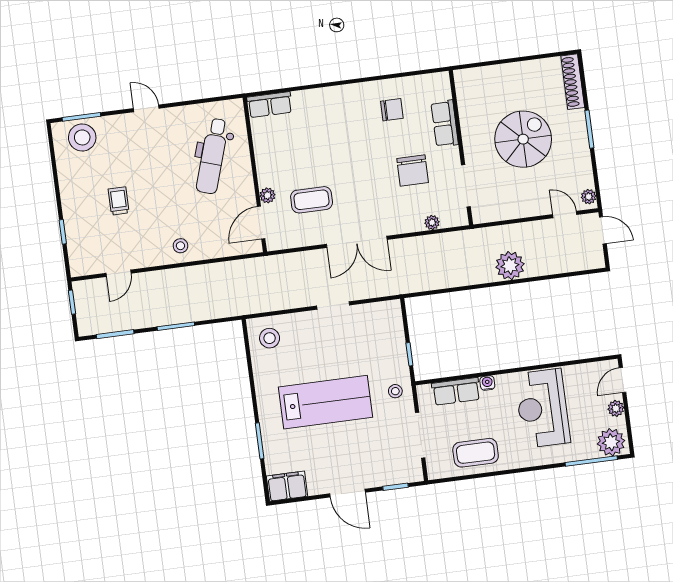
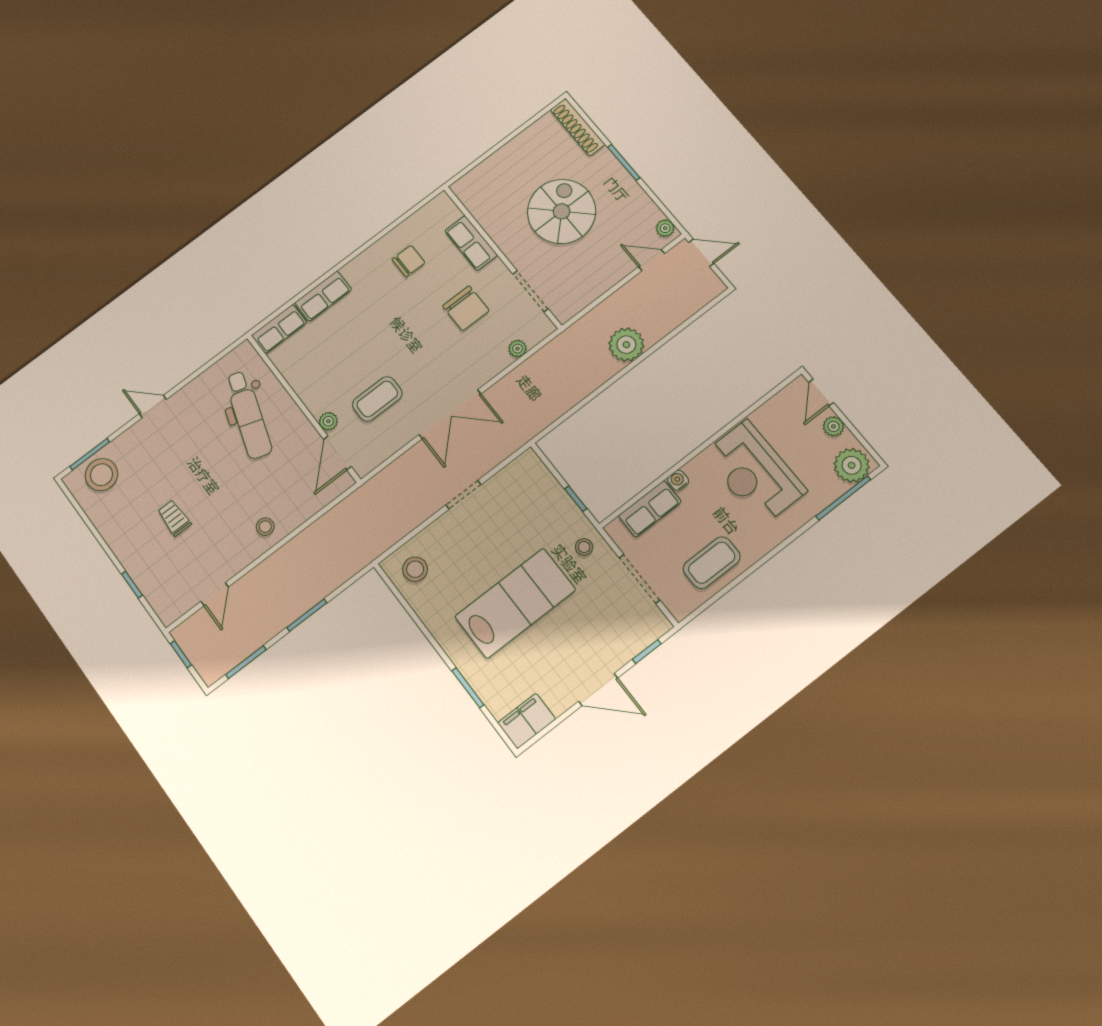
row of seats: (315, 99) -> (323, 296), added

